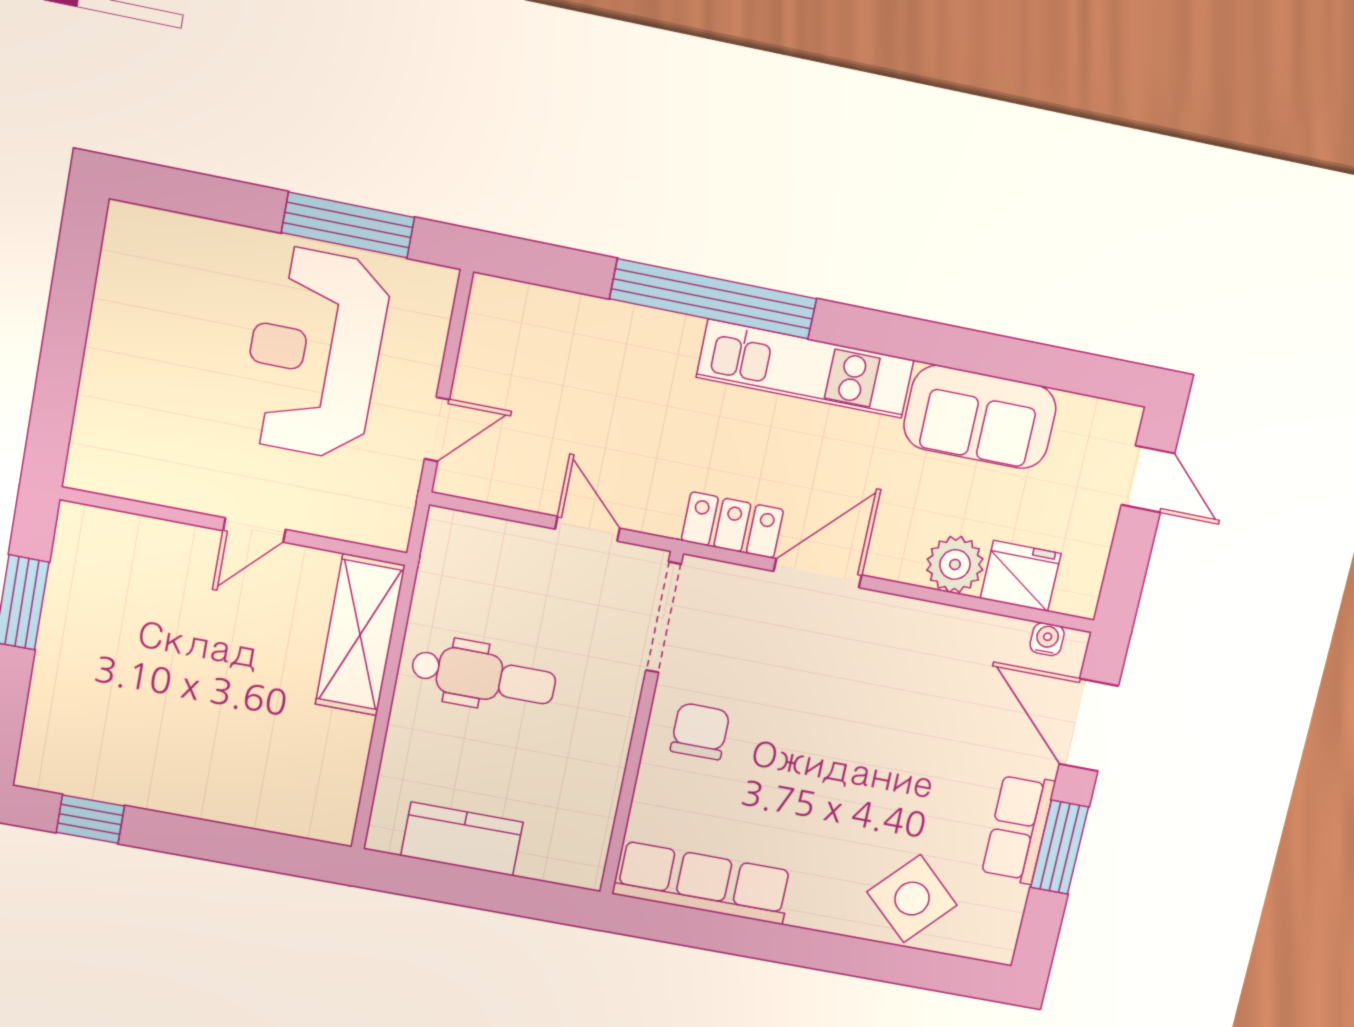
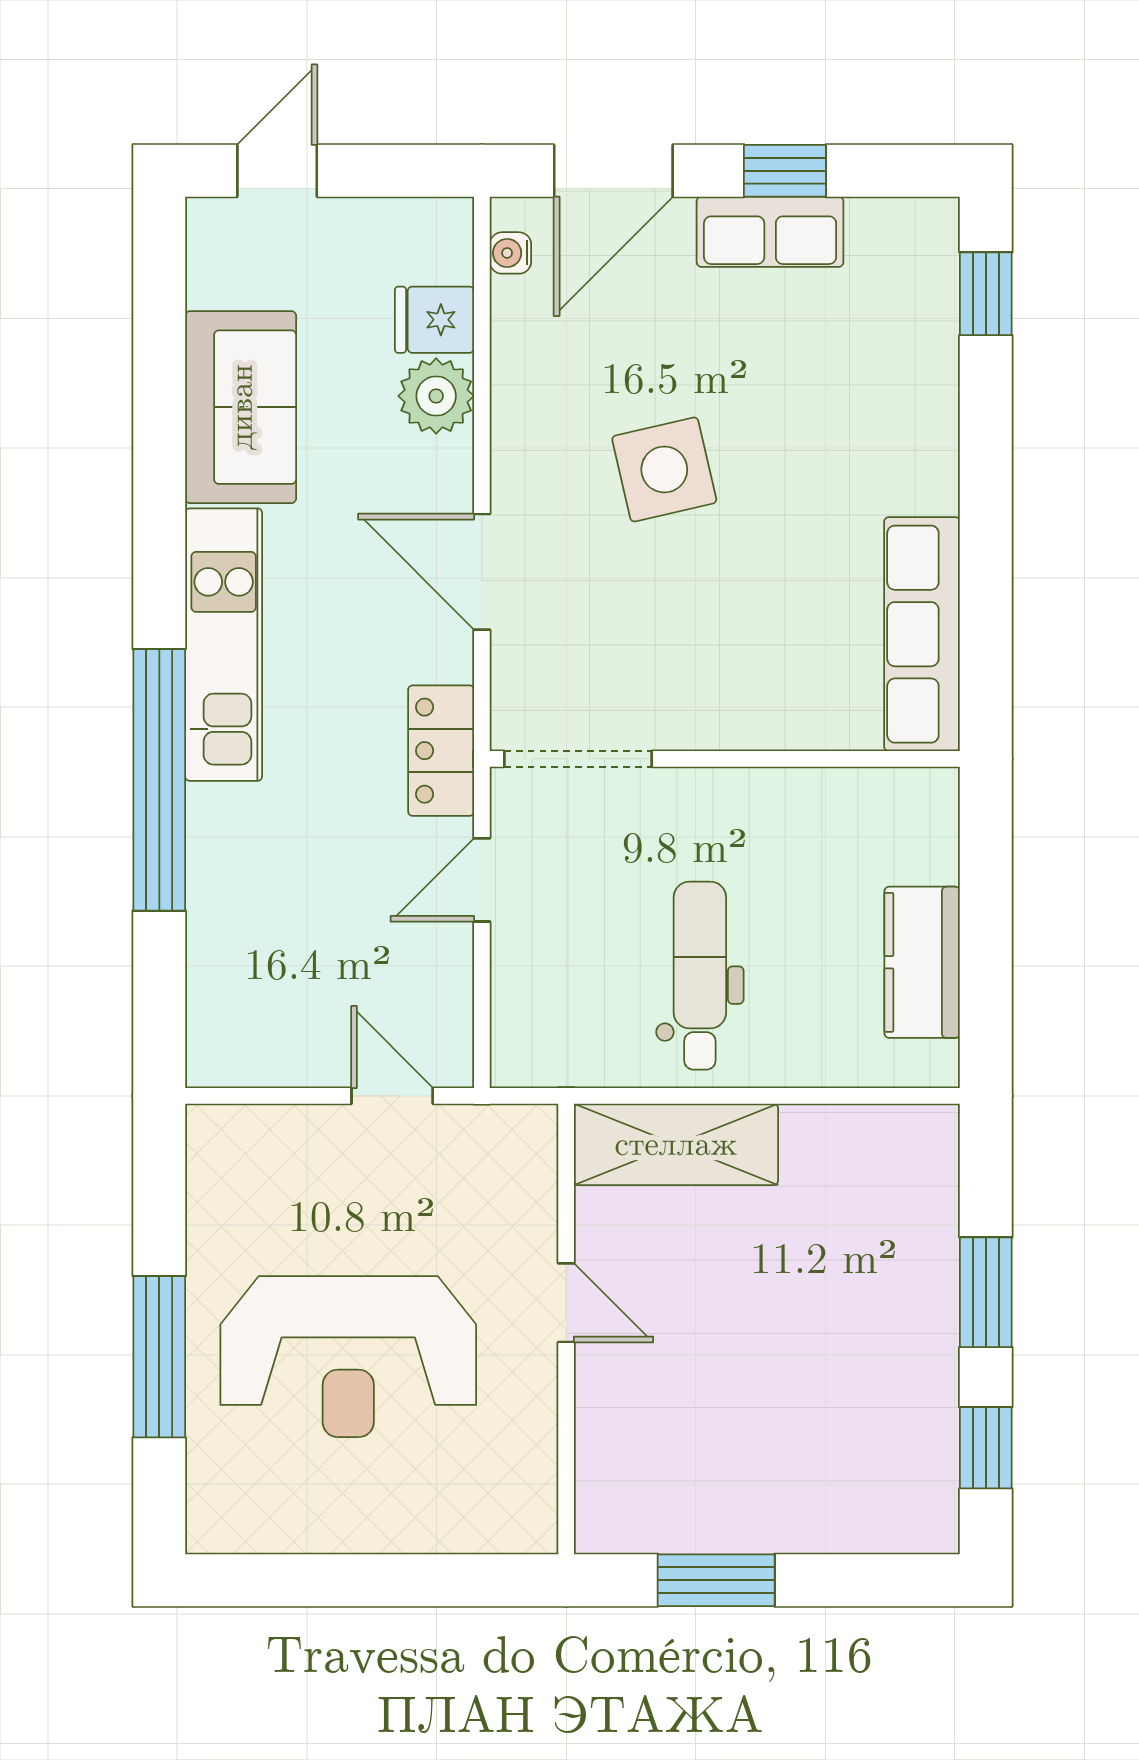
window: (348, 225) -> (159, 1357), moved
reception desk: (314, 353) -> (348, 1357), moved
locker: (732, 525) -> (441, 751), moved
fridge: (1021, 576) -> (435, 320), width x0.72
chair: (700, 731) -> (719, 680), removed
window: (207, 840) -> (986, 1292), added
window: (1059, 847) -> (785, 171), width x0.67
side table: (912, 899) -> (664, 469), moved, turned 34
window: (938, 972) -> (986, 294), added

